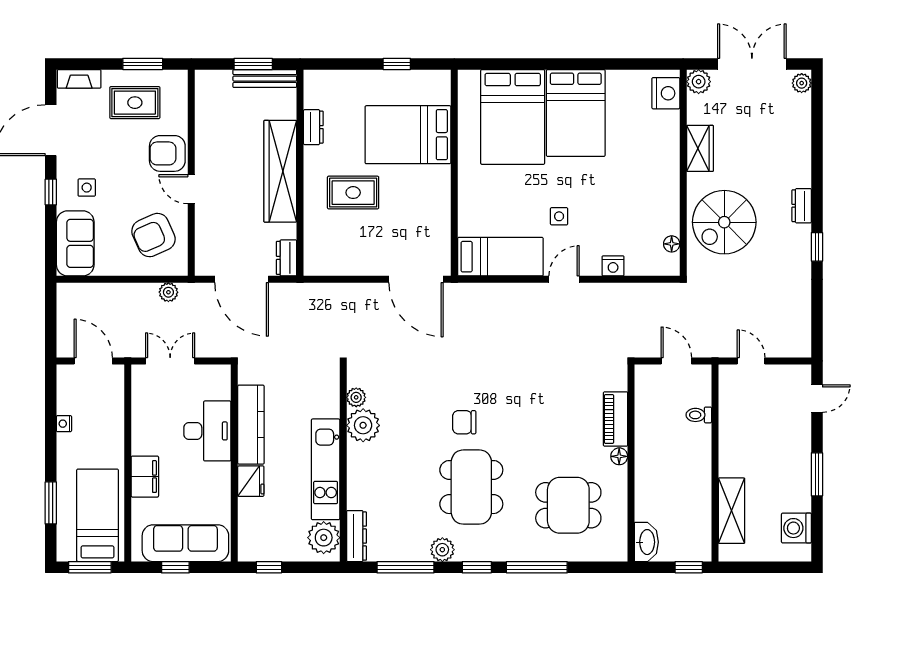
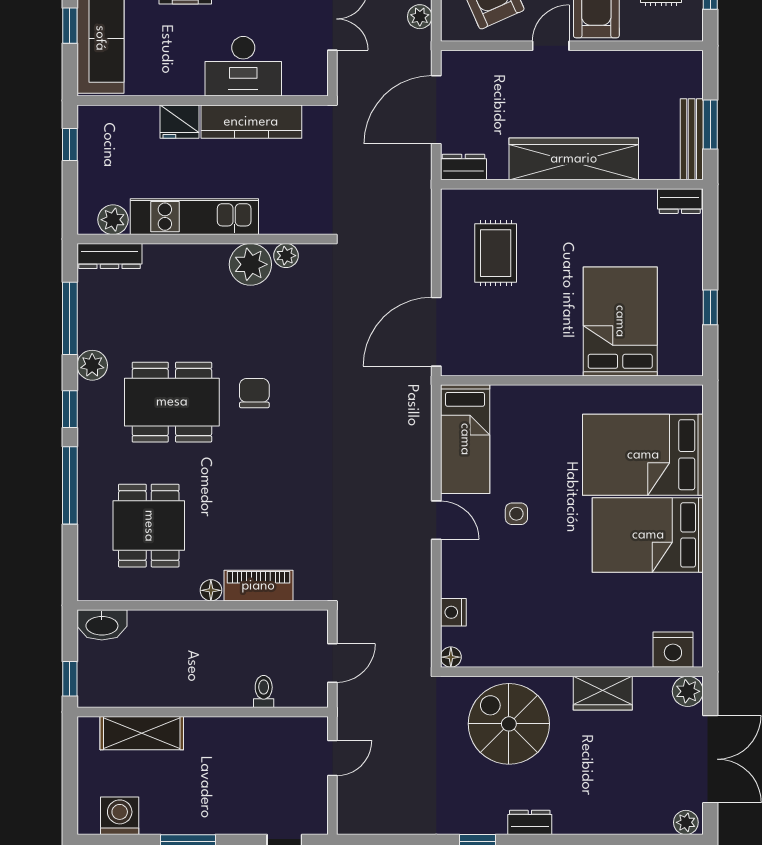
dresser: (313, 127) -> (680, 201), moved
rug: (353, 193) -> (496, 253), moved
floor lamp: (672, 244) -> (451, 657), moved
nightstand: (613, 266) -> (453, 612), moved
plant: (324, 538) -> (113, 220), width x0.73, depth x0.73

